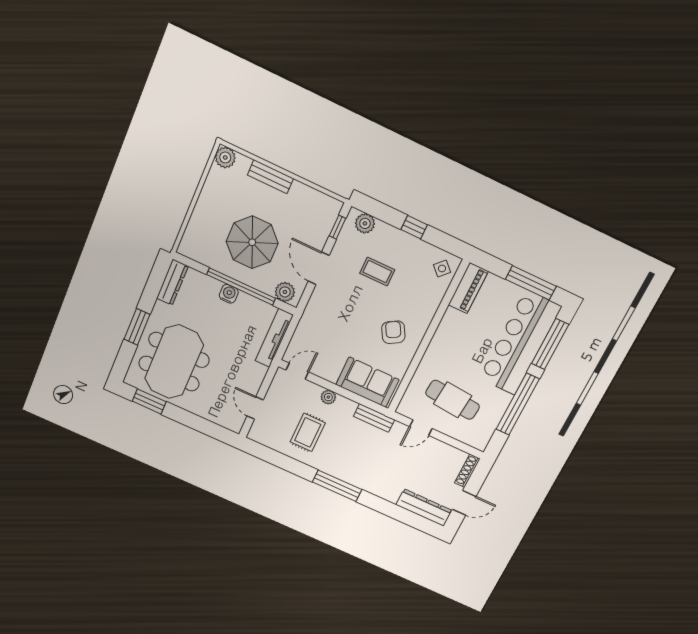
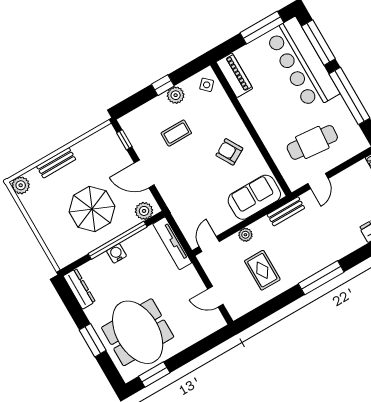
plant: (365, 223) -> (176, 95), moved

